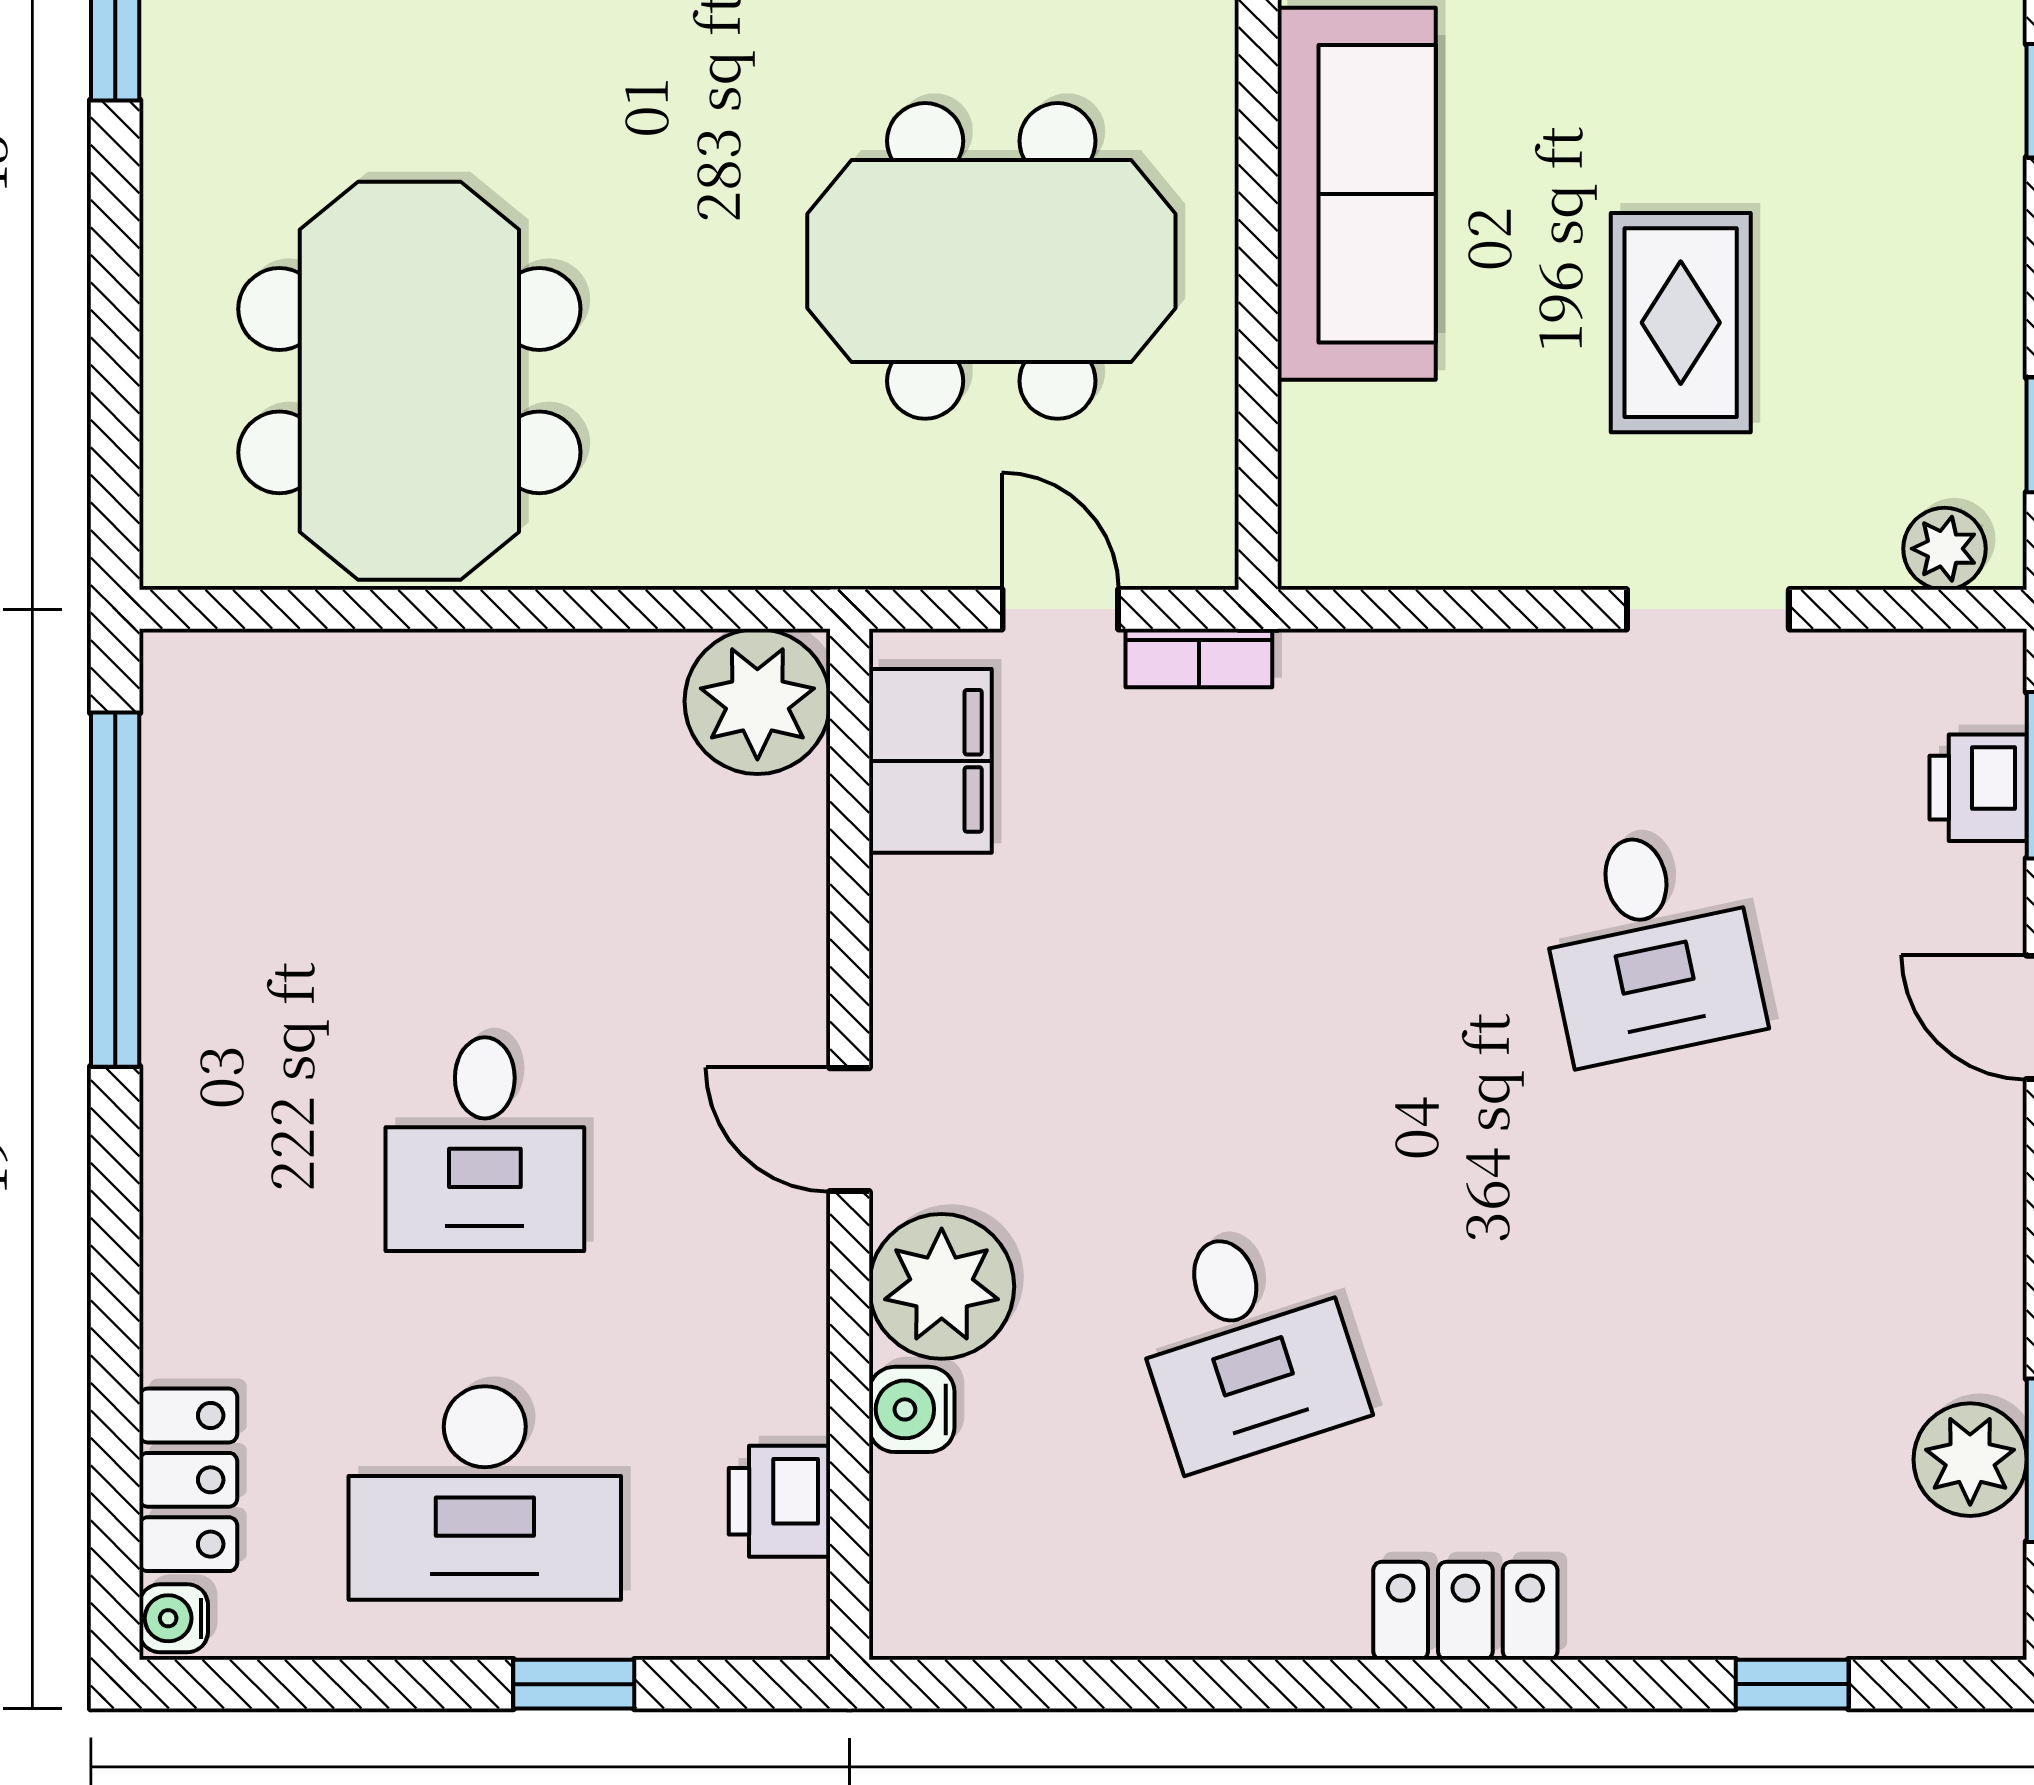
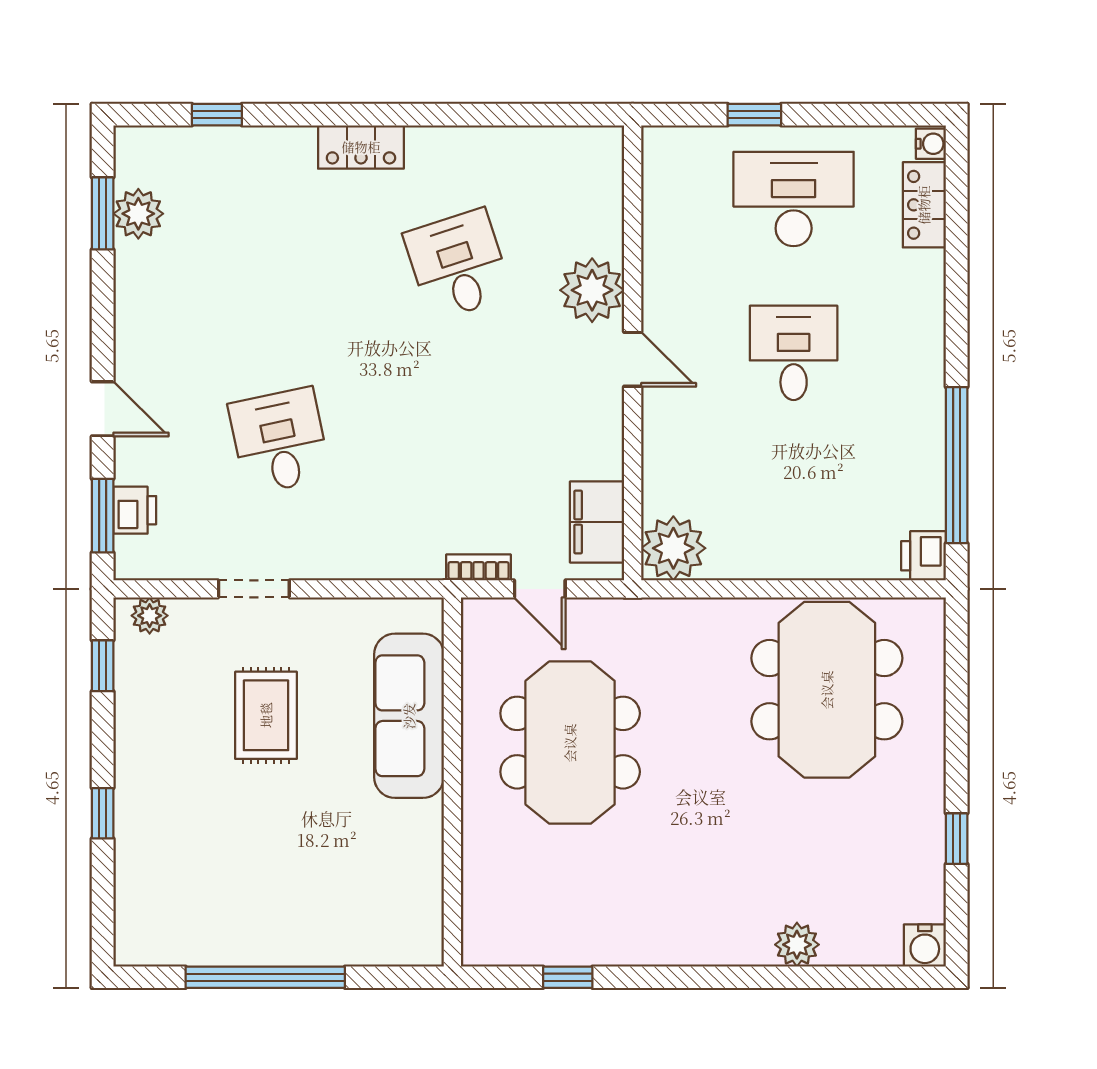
sofa: (1357, 194) -> (409, 716), moved
meeting table: (991, 261) -> (570, 743), turned 90
water cooler: (912, 1409) -> (605, 236), removed
printer: (779, 1501) -> (924, 556), moved, turned 180

